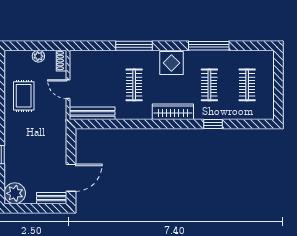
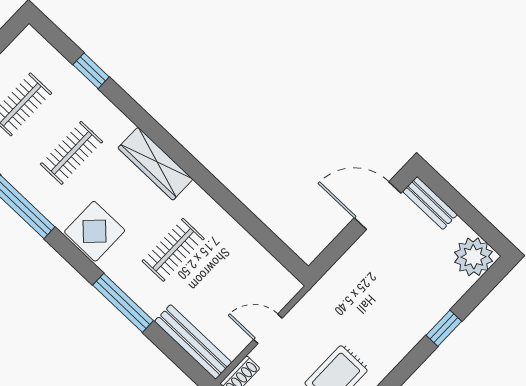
door: (68, 89) -> (268, 329), swing flipped
bench: (92, 113) -> (193, 342), moved
window: (213, 124) -> (91, 71), moved

